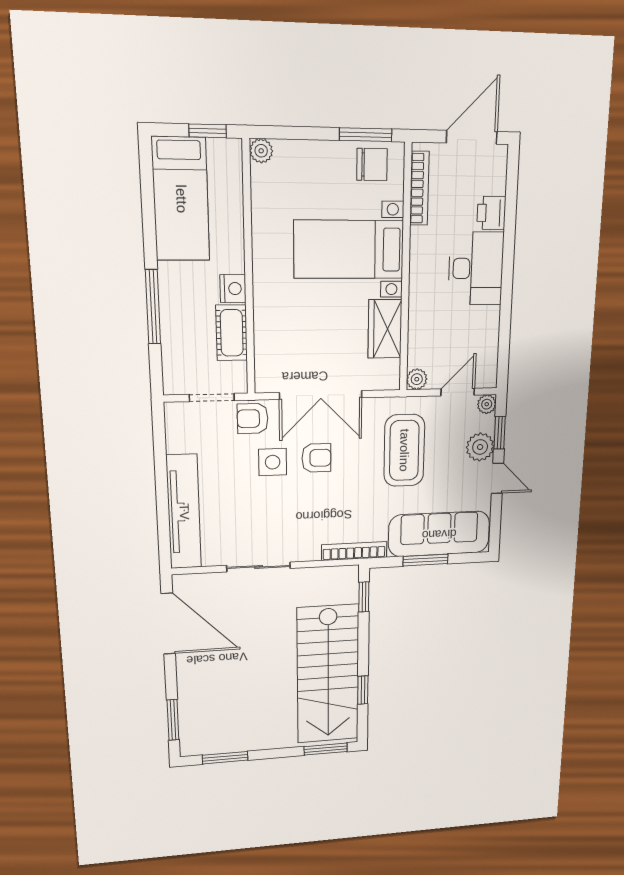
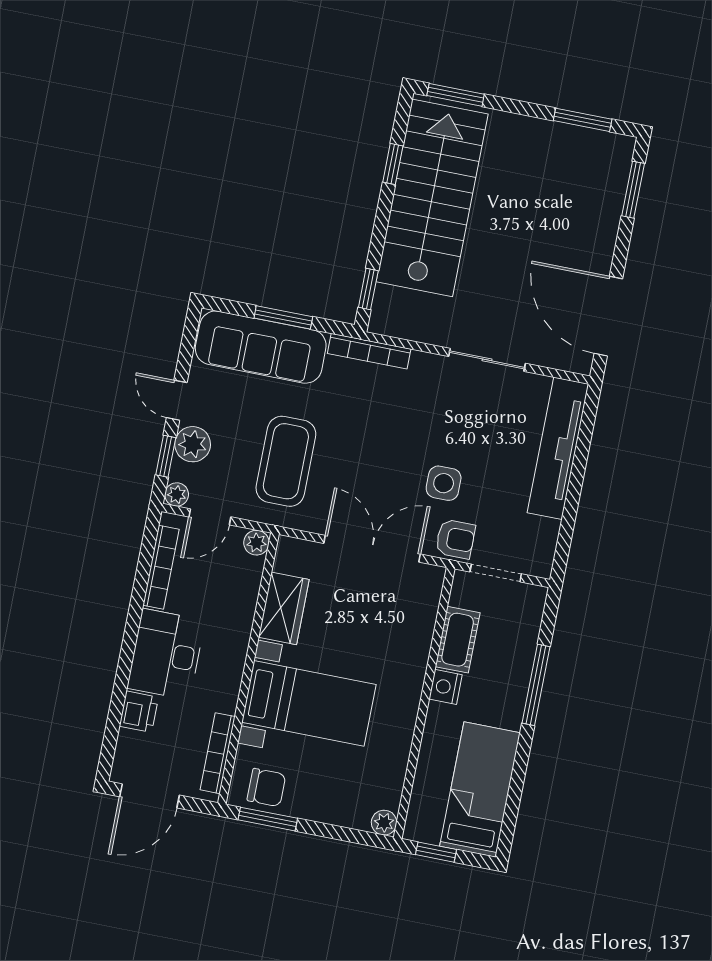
chair: (372, 165) -> (266, 787), turned 180
bookcase: (491, 342) -> (161, 567), added
armchair: (316, 458) -> (392, 476), removed

